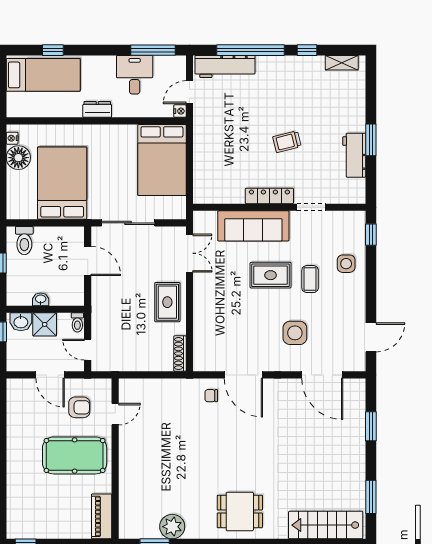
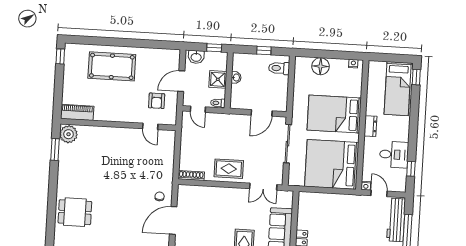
window: (53, 50) -> (416, 77), moved
window: (153, 50) -> (411, 169), width x0.46
floor lamp: (18, 158) -> (321, 66), moved
bed: (162, 160) -> (332, 164), width x1.36
bed: (62, 183) -> (334, 114), moved, turned 180
washbasin: (21, 322) -> (196, 57), moved, turned -90
door: (88, 350) -> (198, 109), swing flipped
pool table: (75, 455) -> (112, 66), moved, turned 90
dining table: (240, 512) -> (75, 212), turned 90
plant: (172, 527) -> (69, 134), moved

